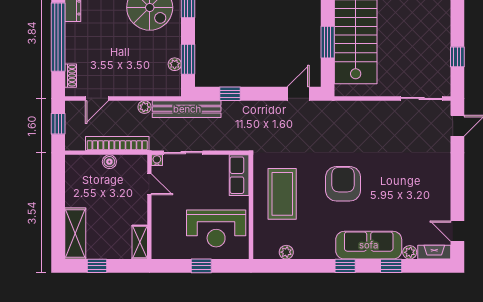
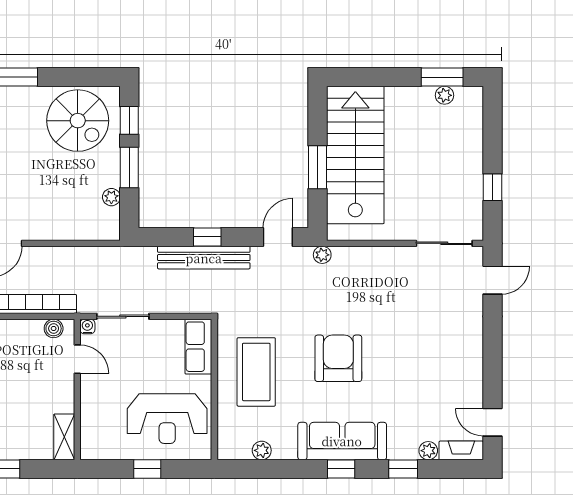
window: (188, 59) -> (129, 167), moved
window: (230, 94) -> (207, 237), moved
plant: (145, 107) -> (322, 255), moved
bench: (187, 109) -> (204, 258), moved
boiler: (109, 162) -> (54, 328), moved
sofa: (369, 245) -> (342, 441), moved

